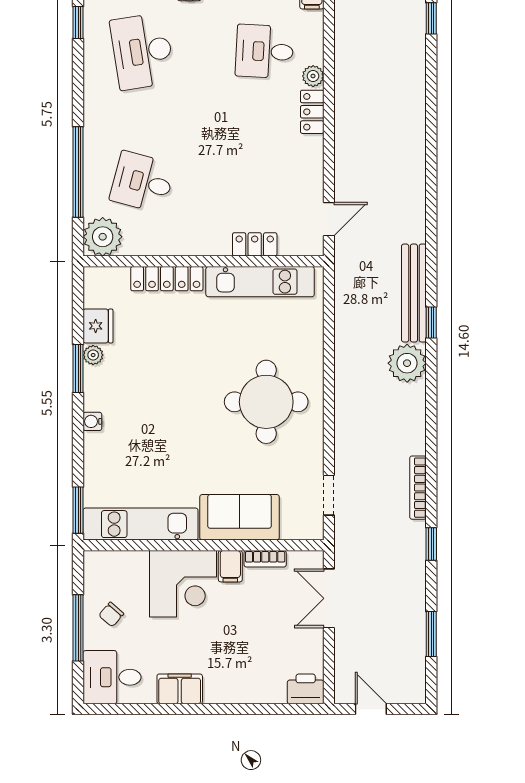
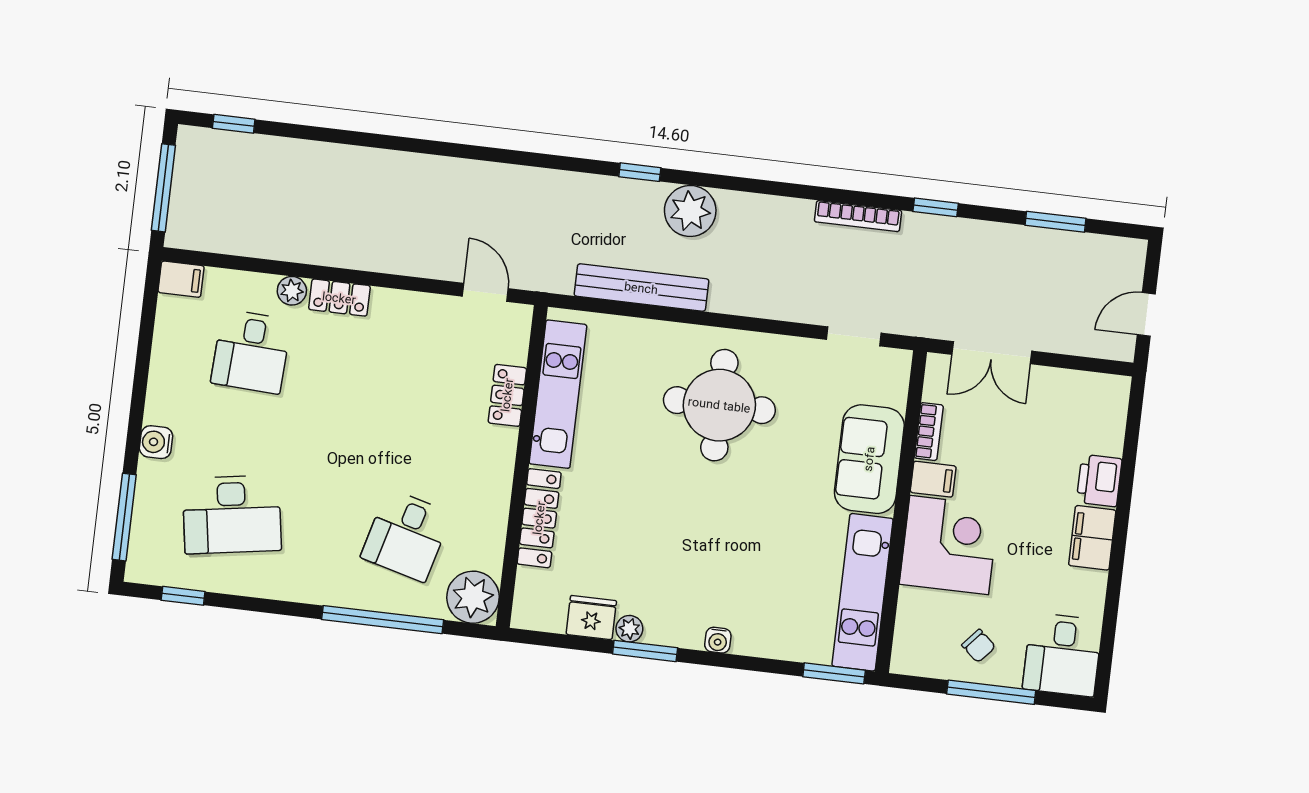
bench: (414, 293) -> (641, 288), moved
filing cabinet: (180, 689) -> (1092, 538), moved
printer: (306, 689) -> (1099, 481), moved

